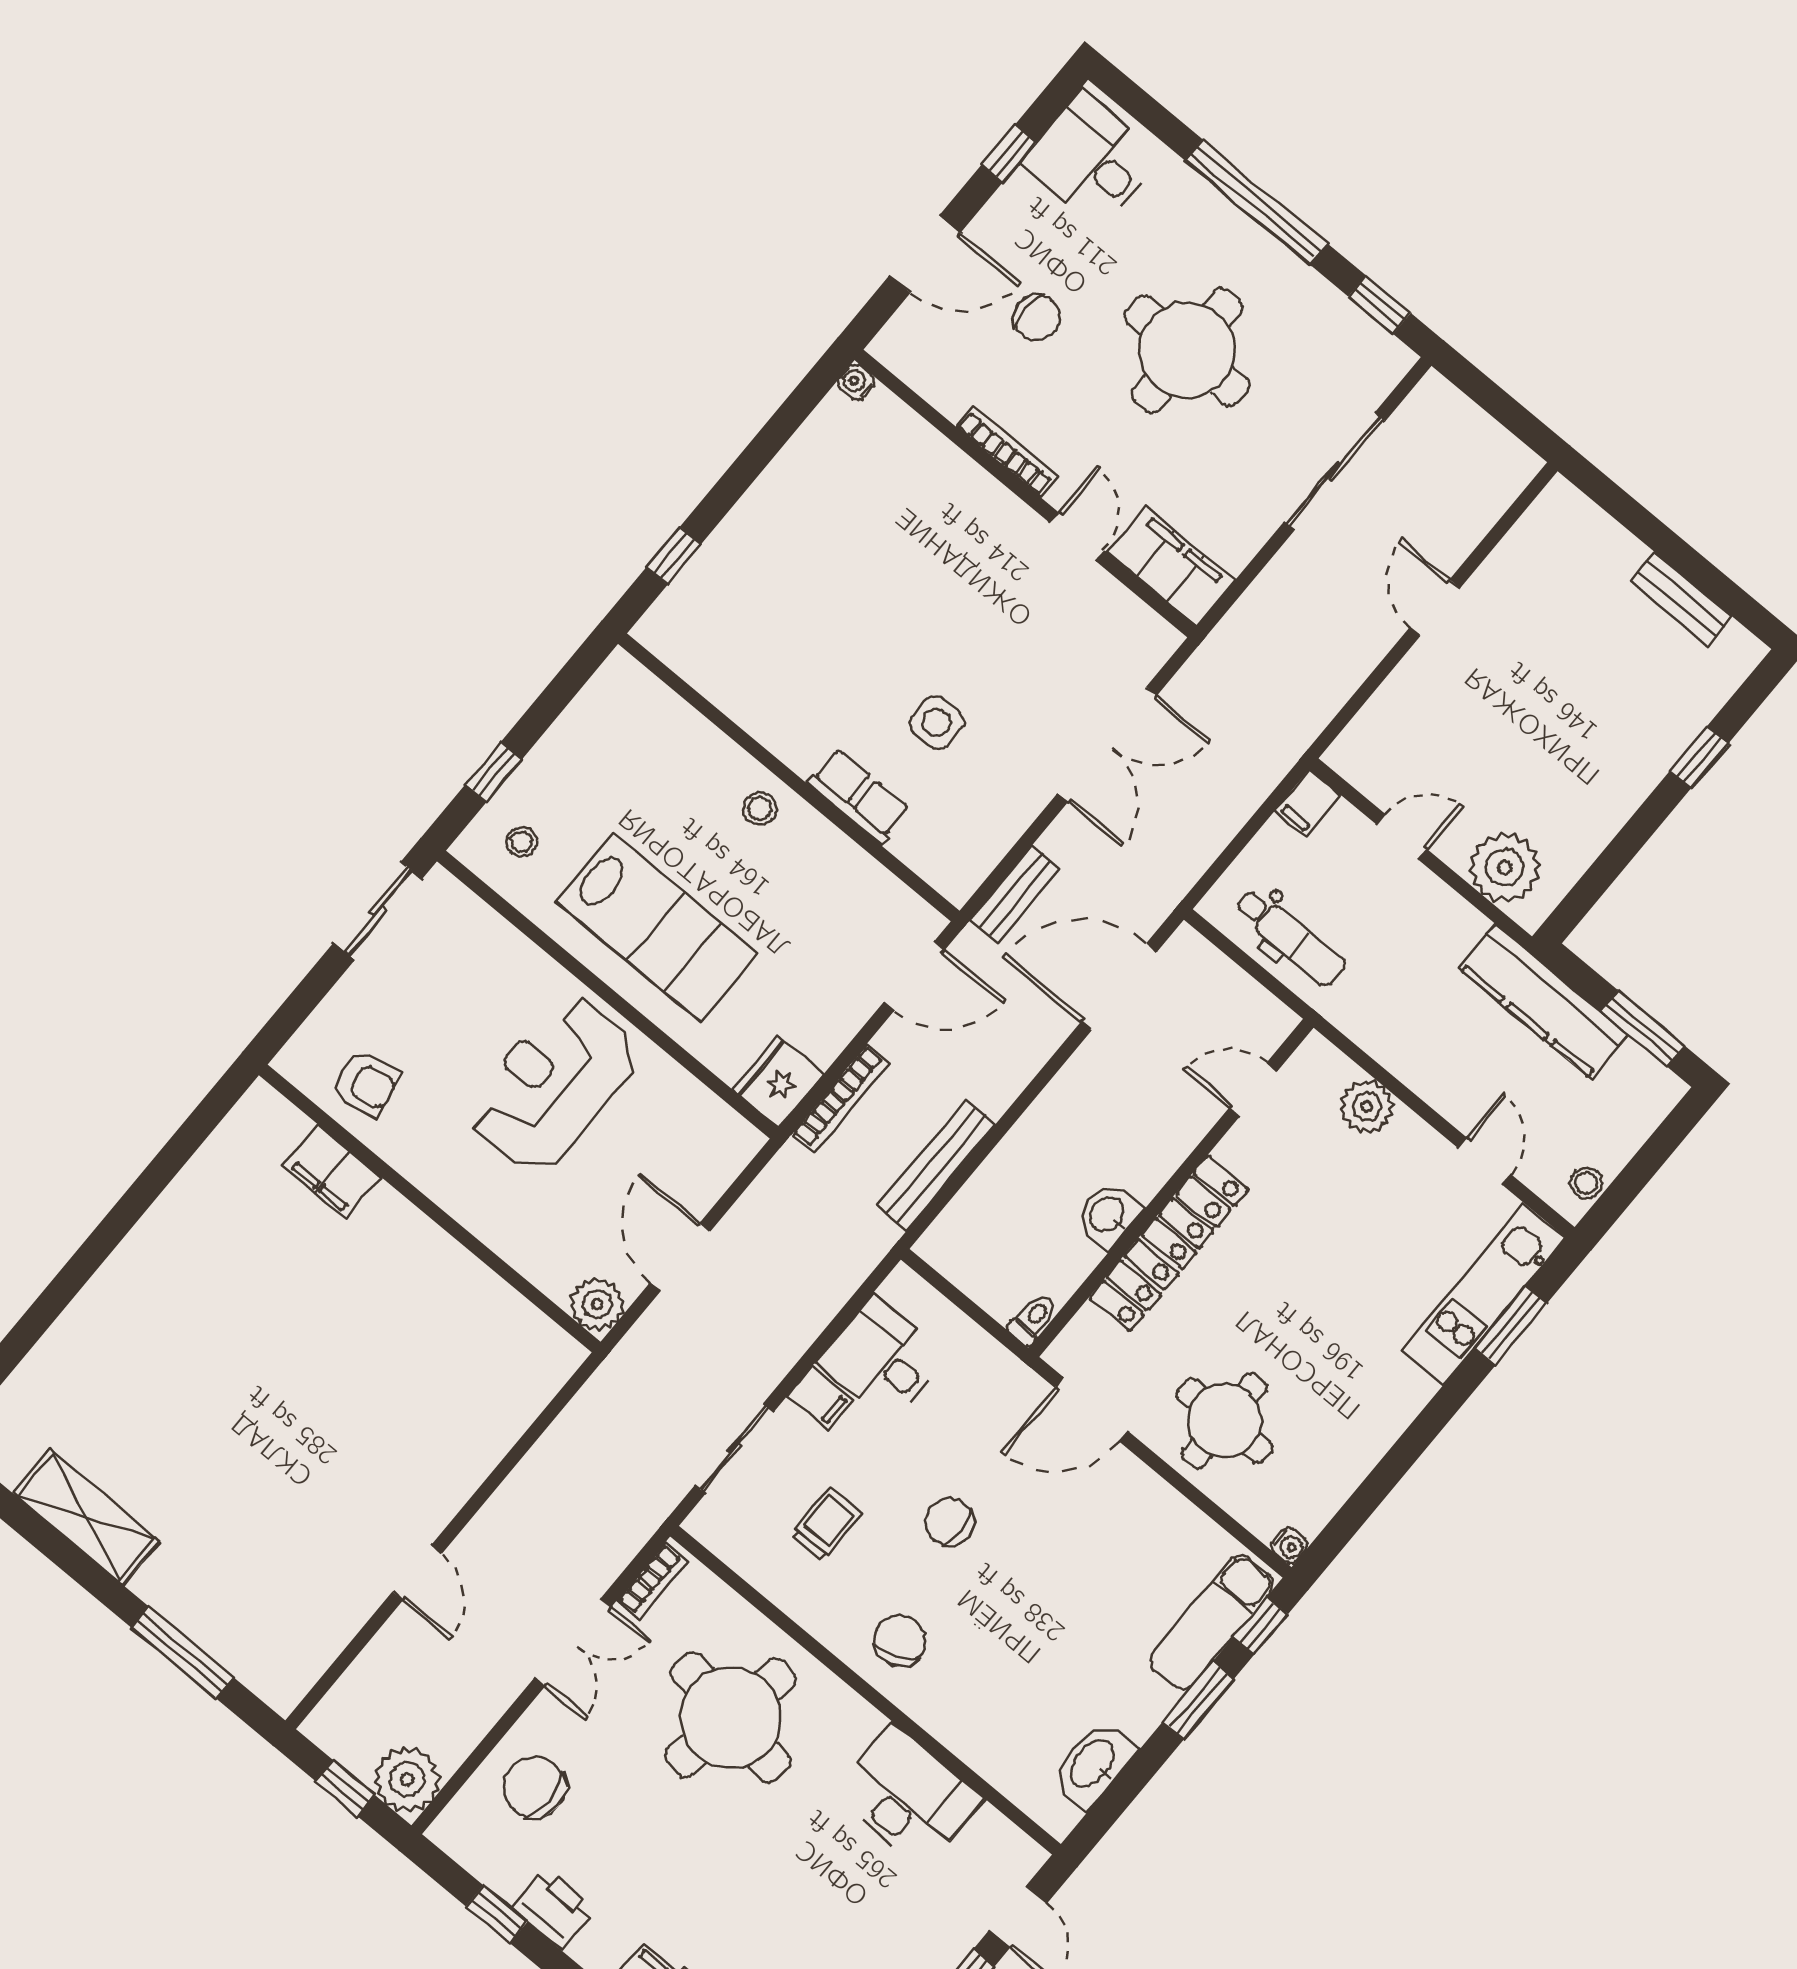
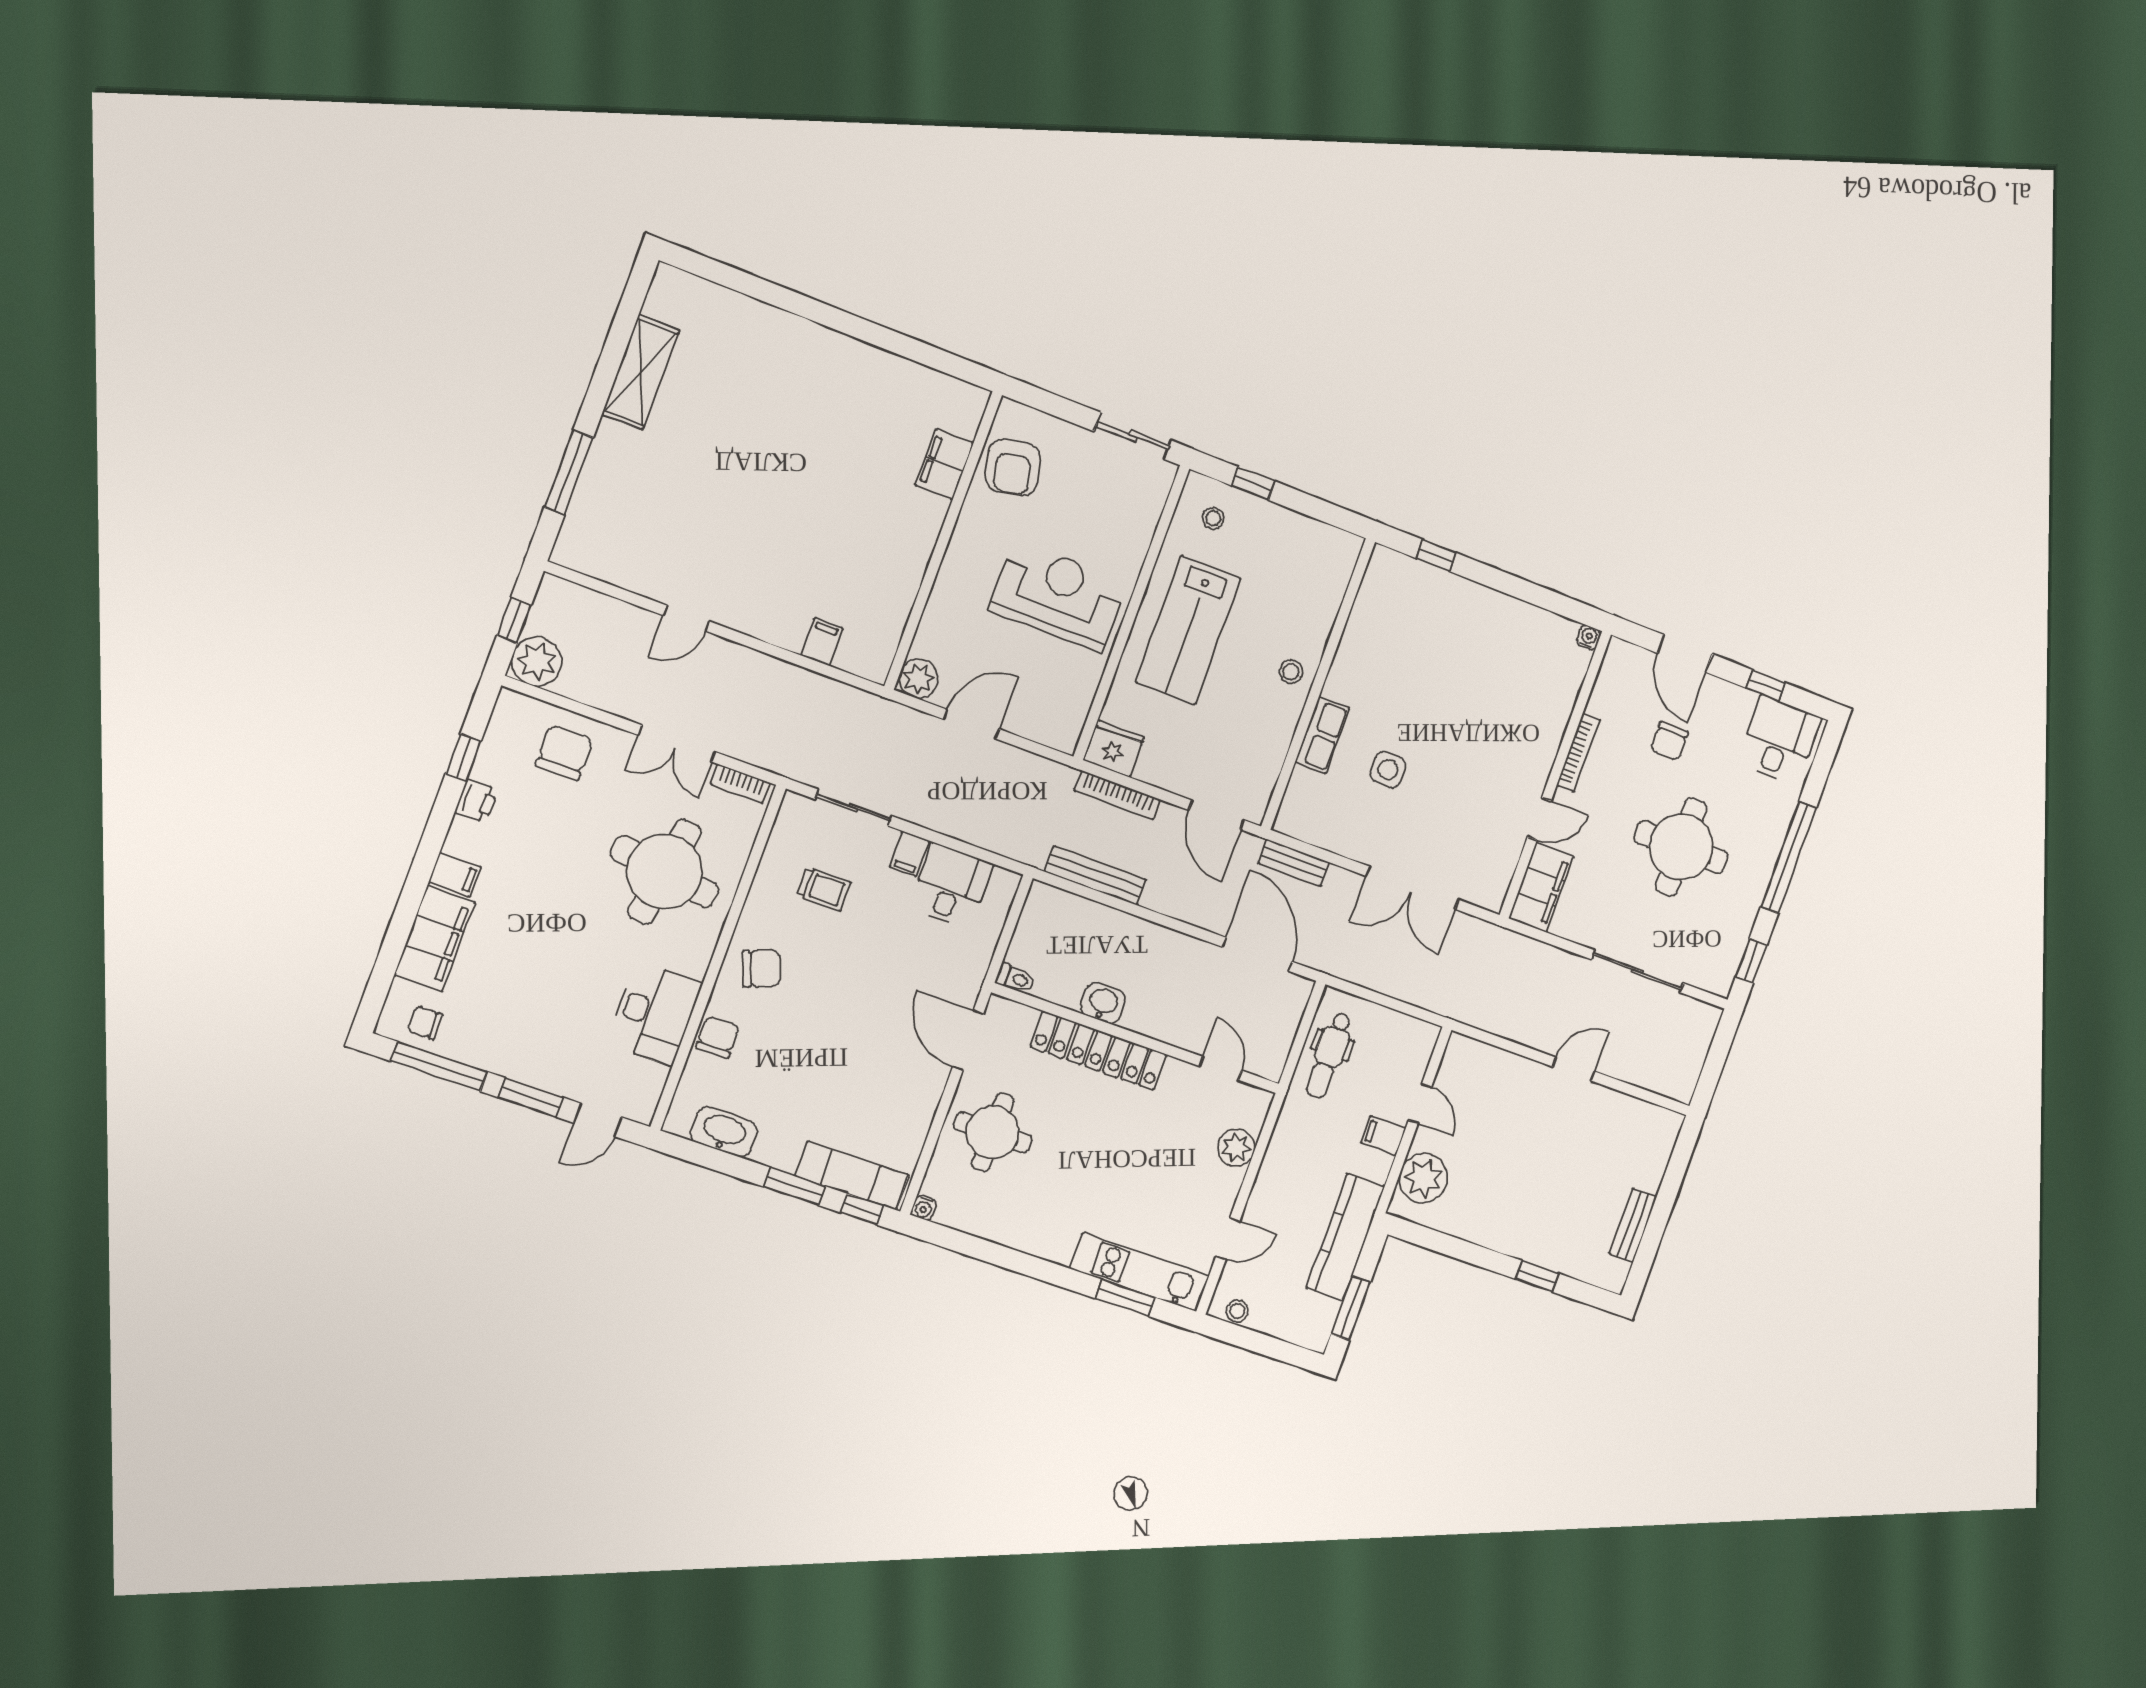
filing cabinet: (1308, 803) -> (1383, 1136), moved
armchair: (366, 1084) -> (1013, 467), width x1.38, depth x1.38
filing cabinet: (507, 1412) -> (822, 642), added
chair: (949, 1522) -> (718, 1037), moved
printer: (554, 1909) -> (476, 801), width x0.73, depth x0.81

